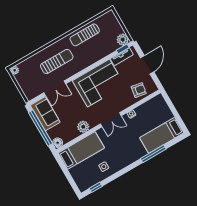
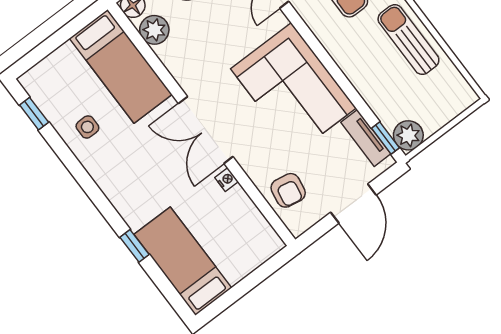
door: (147, 65) -> (353, 204), hinge flipped
double door: (111, 120) -> (206, 130), width x1.37
plant: (83, 127) -> (154, 30), moved
window: (153, 154) -> (134, 246), width x0.46

